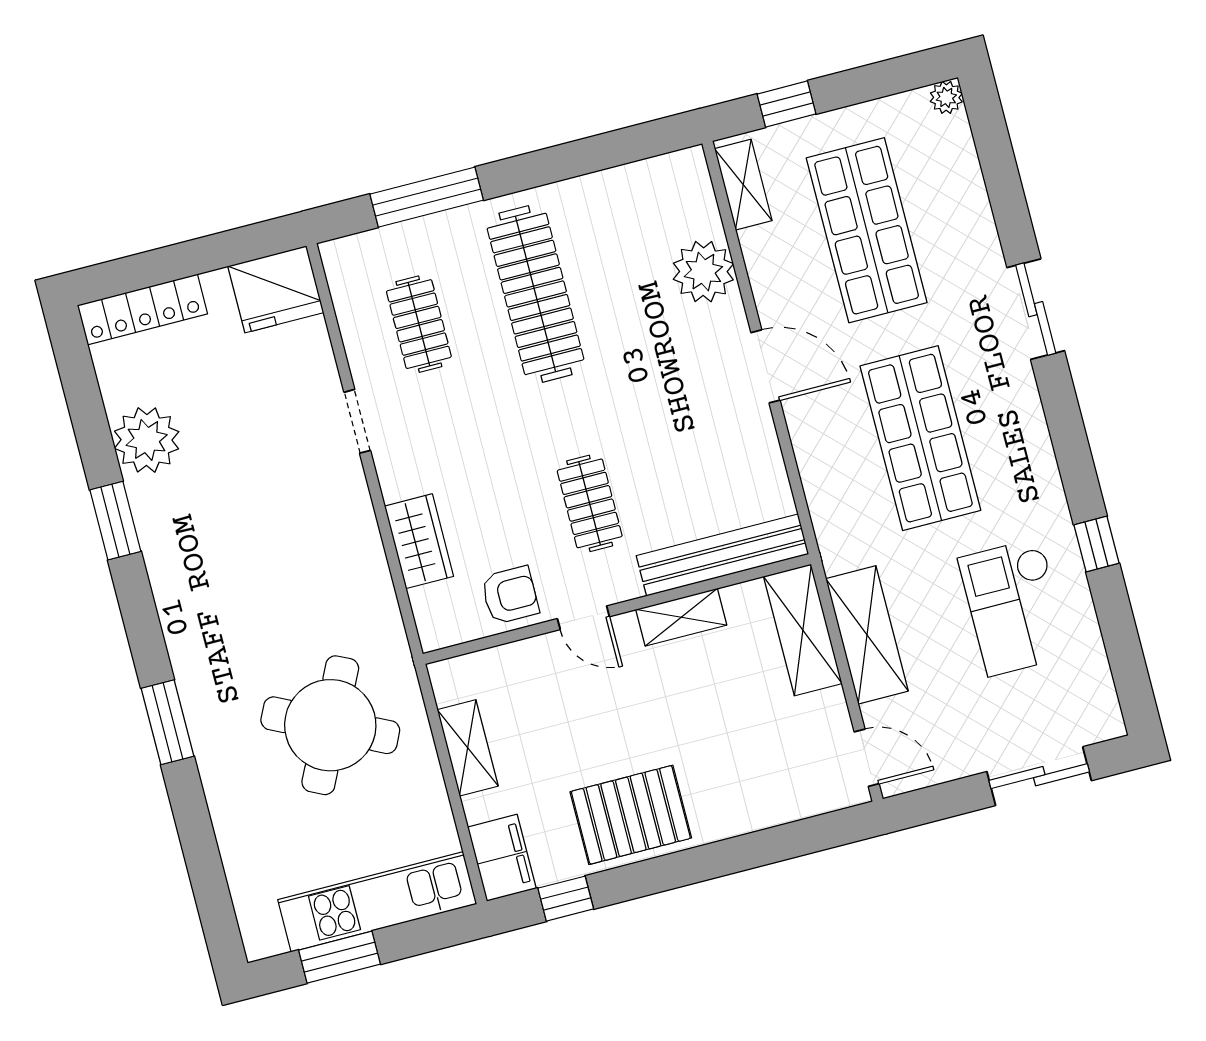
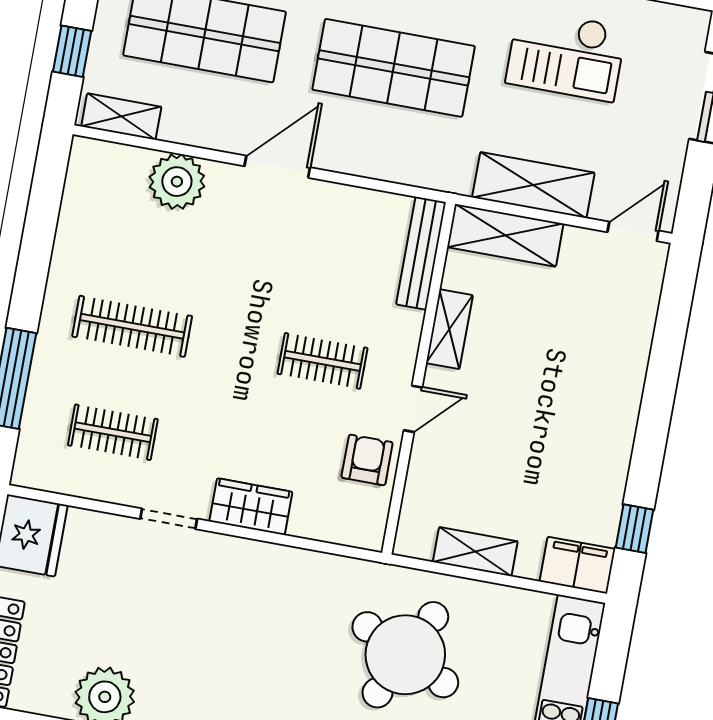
clothes rail: (535, 294) -> (132, 326), width x0.73, depth x0.76
wardrobe: (419, 541) -> (251, 507), moved
bench: (722, 555) -> (421, 253), width x0.73, depth x0.82
pallet: (631, 815) -> (591, 444), removed

